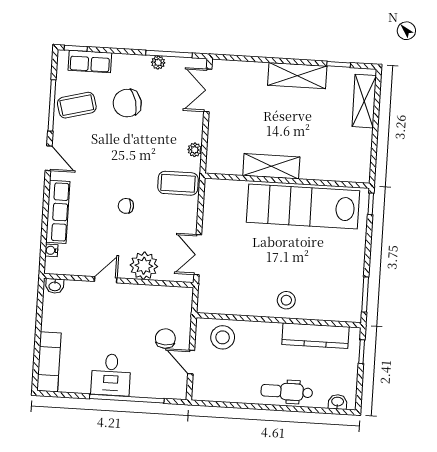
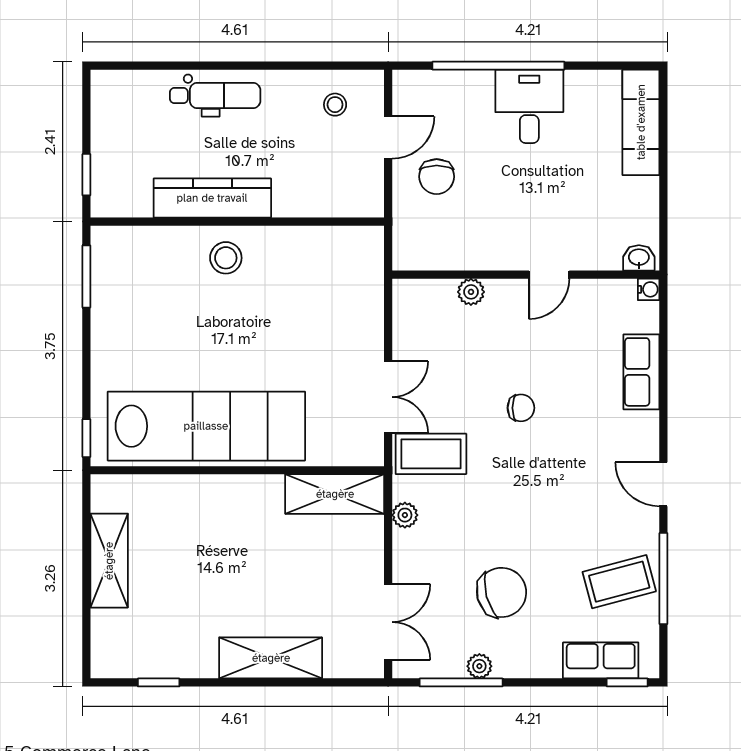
shelving: (297, 76) -> (271, 658), moved
shelving: (364, 101) -> (109, 561), moved
chair: (127, 103) -> (502, 592), moved
shelving: (271, 166) -> (335, 494), moved
row of seats: (58, 212) -> (641, 372), width x0.68
water cooler: (51, 250) -> (649, 289), moved
double door: (198, 255) -> (388, 397), moved
plant: (144, 266) -> (471, 292), width x0.53, depth x0.53
kitchen counter: (315, 336) -> (212, 198), moved
stool: (223, 337) -> (335, 105), moved, width x0.53, depth x0.53
door: (191, 362) -> (388, 138), hinge flipped
washbasin: (338, 402) -> (124, 83), removed

